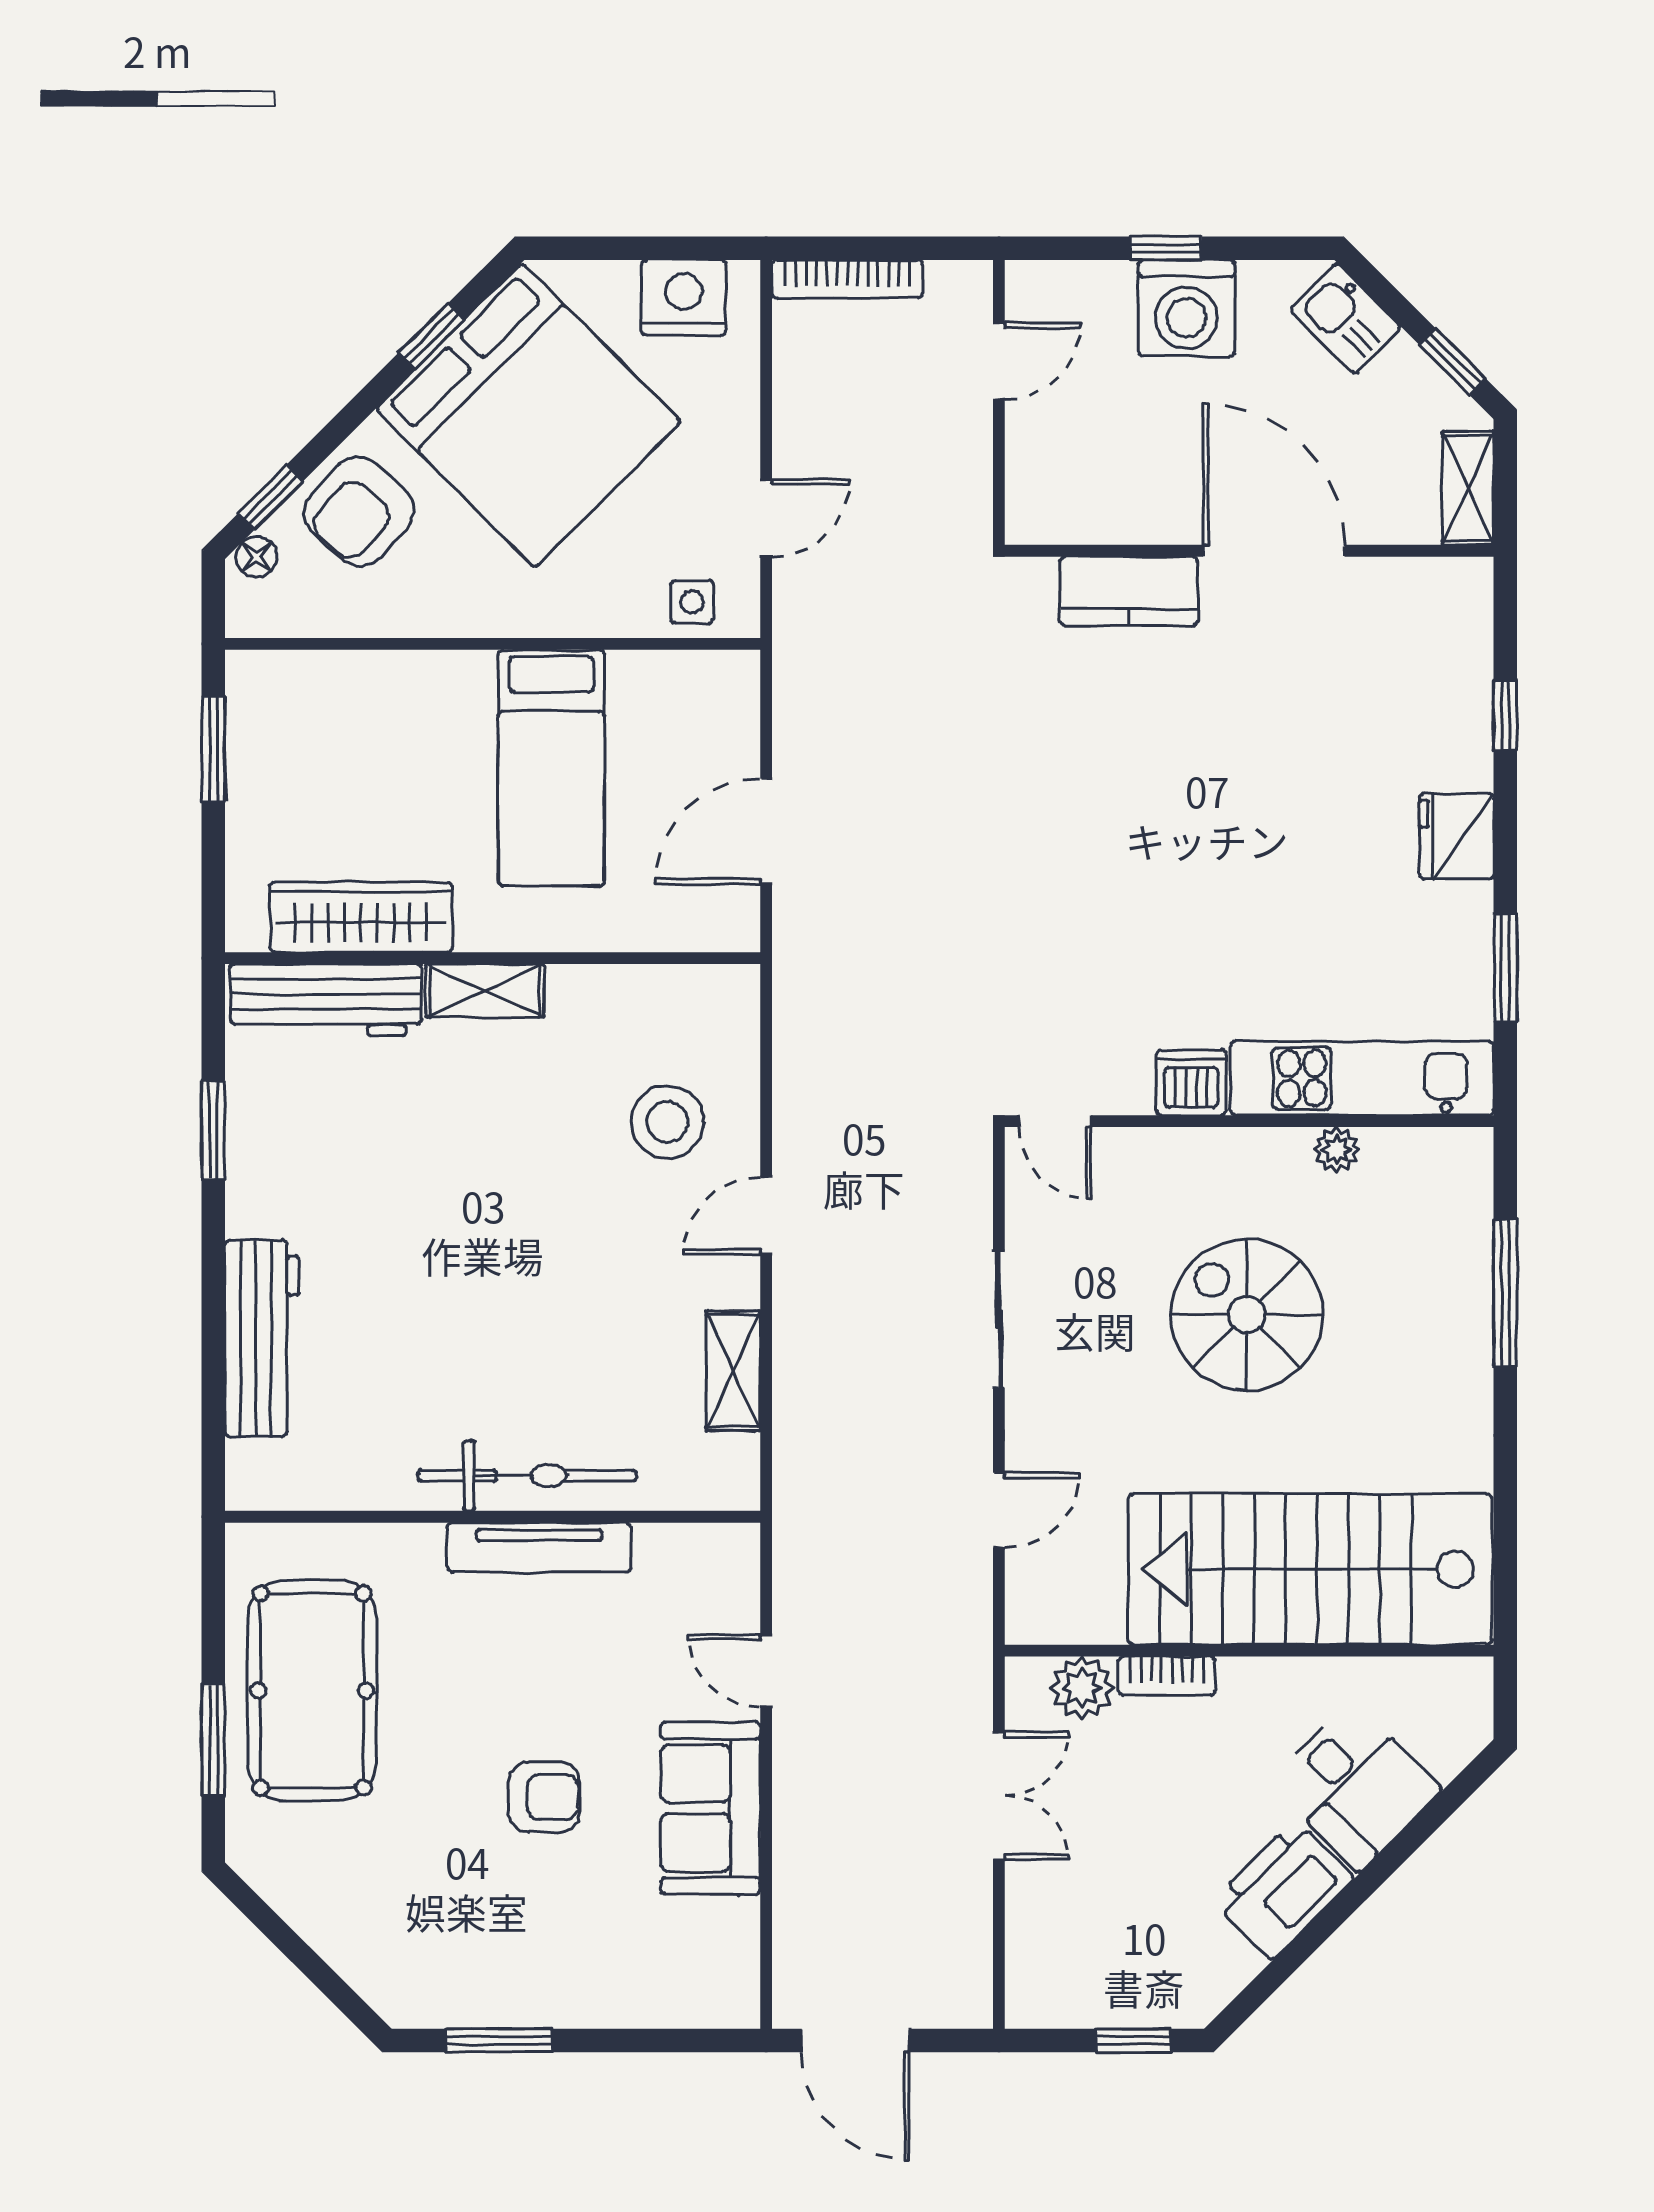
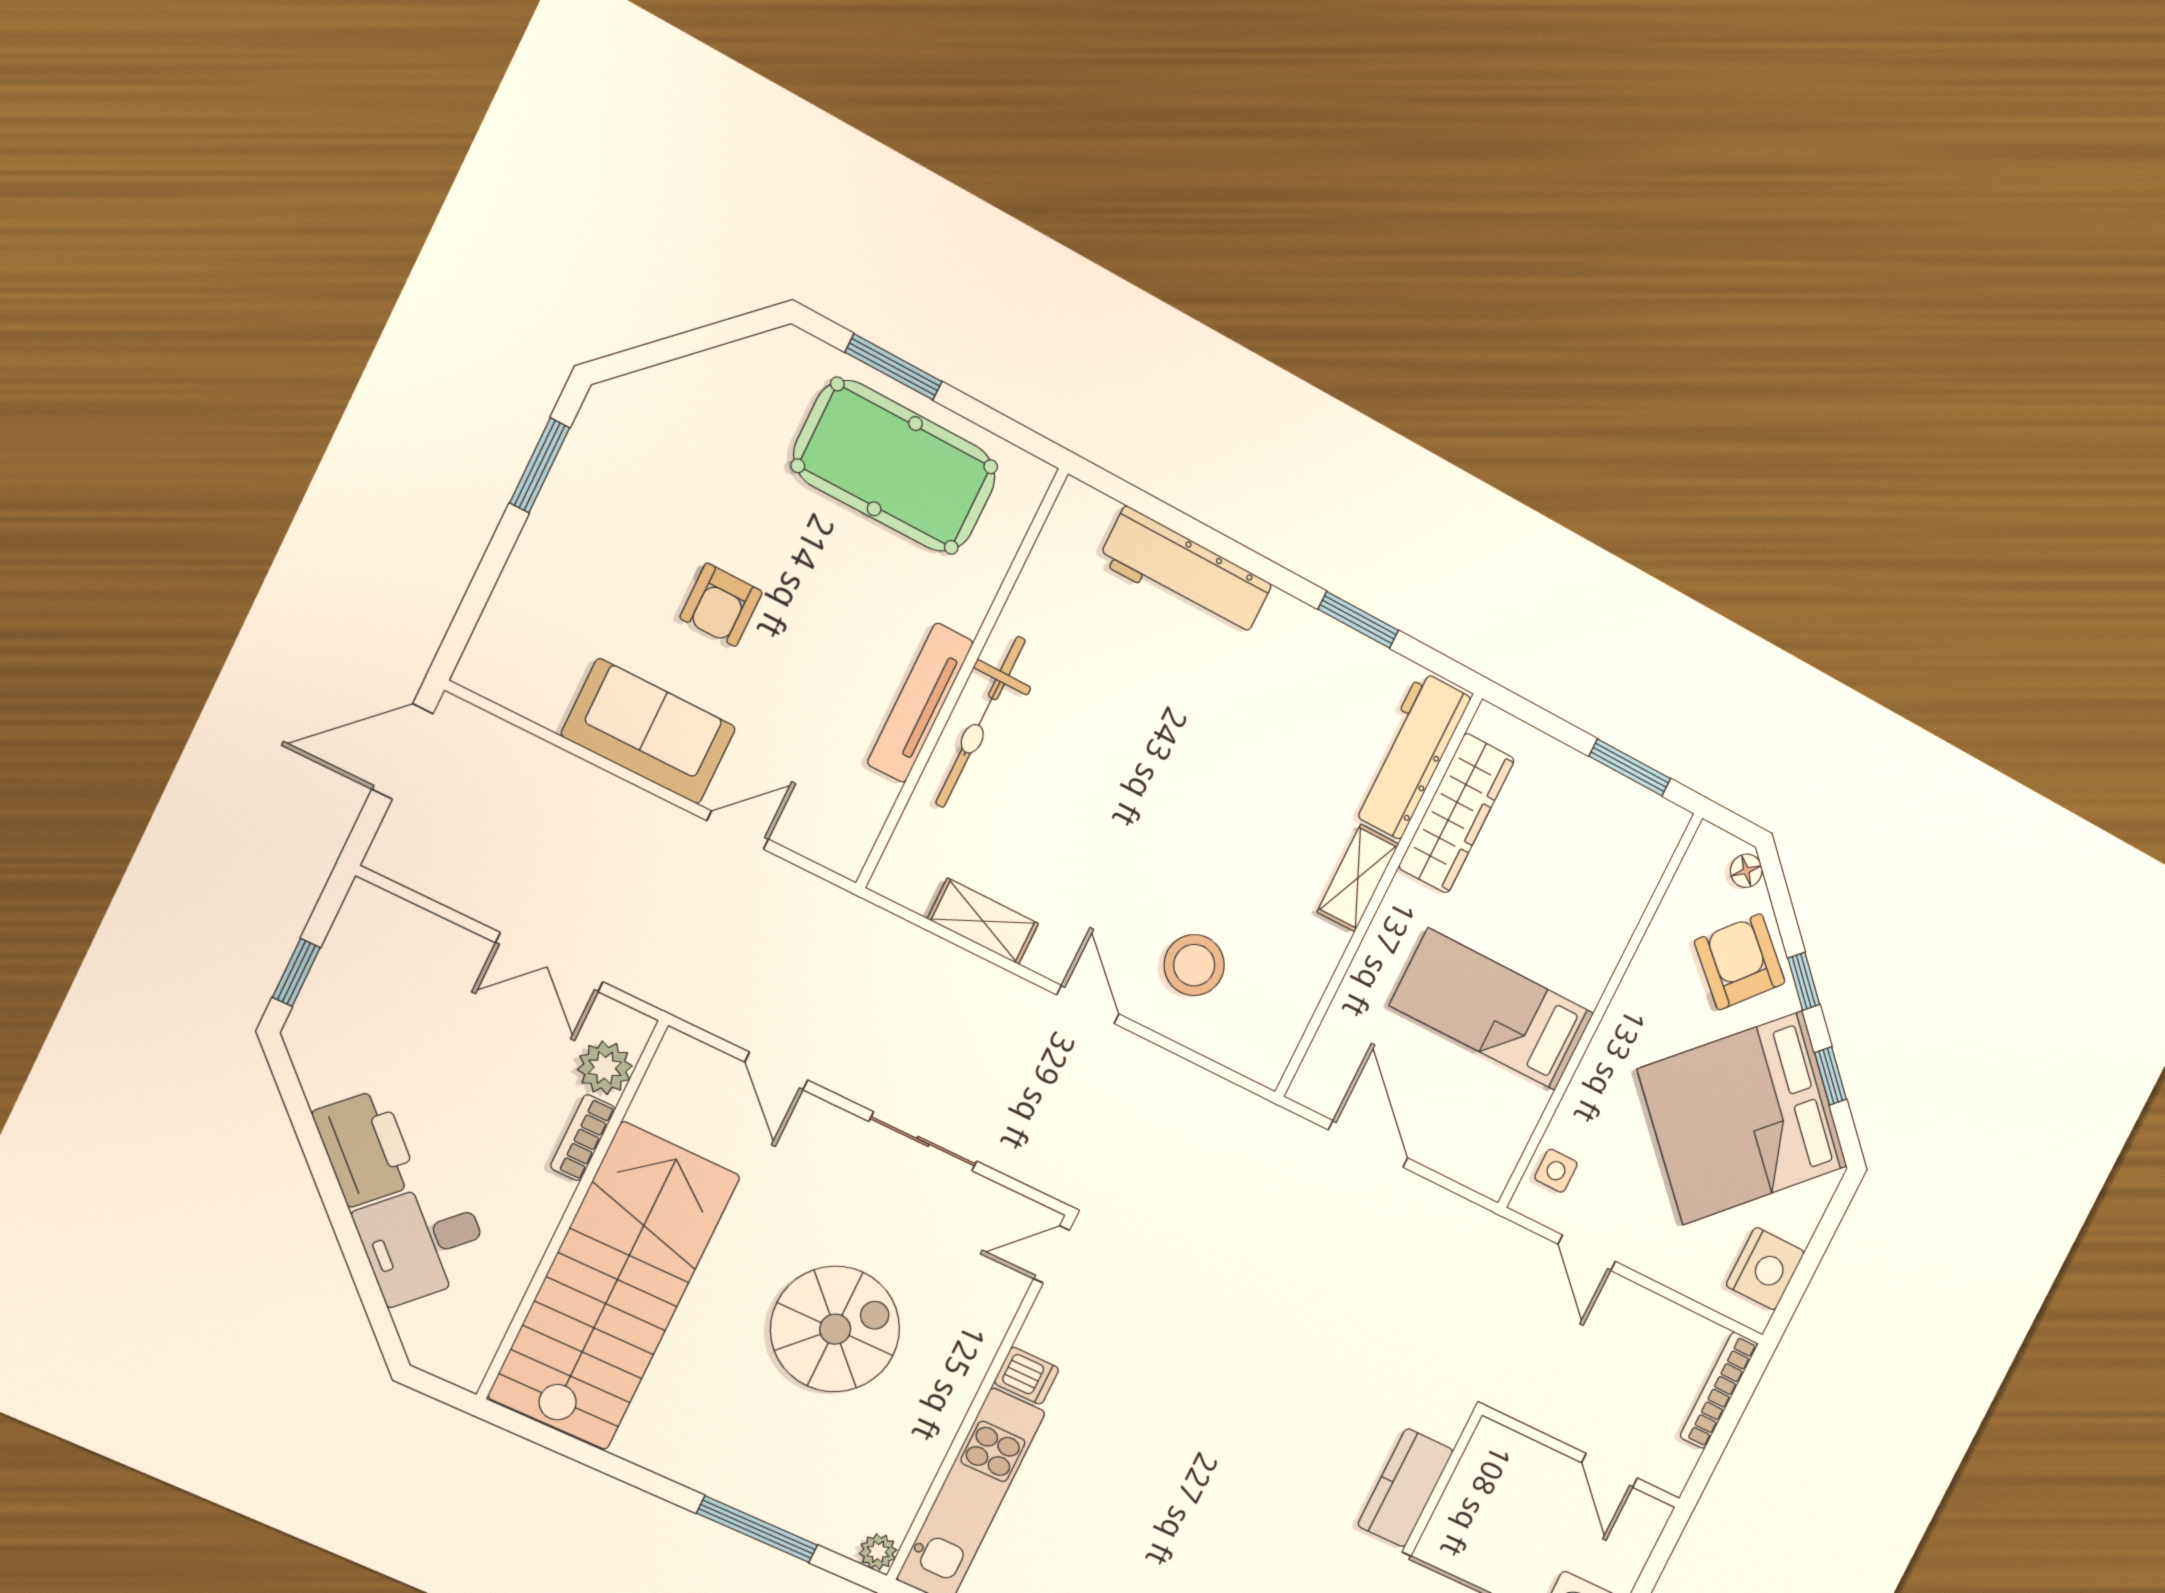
window: (270, 497) -> (1804, 981), moved
dishwasher: (1191, 1083) -> (1027, 1376), width x0.73
plant: (1337, 1150) -> (878, 1552), moved

